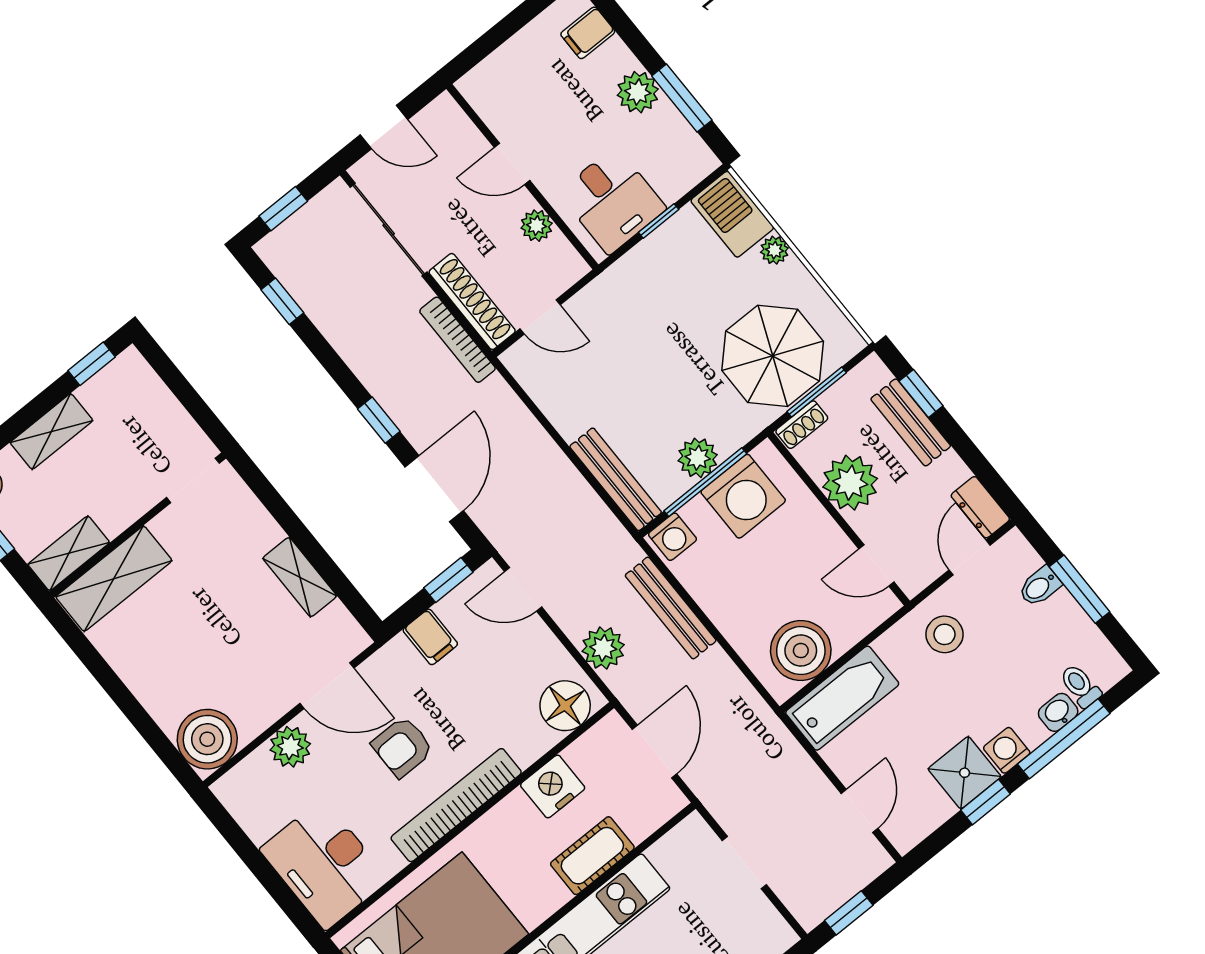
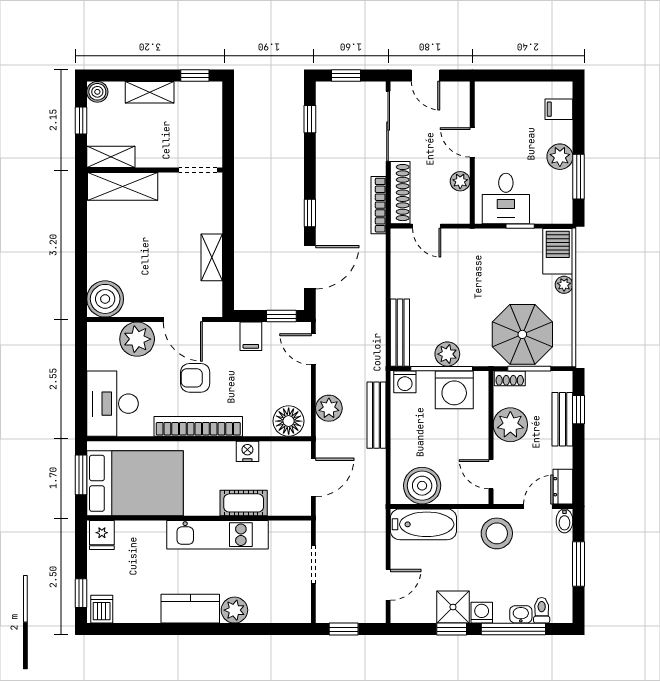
bidet: (1040, 586) -> (564, 521), moved, turned -90
stool: (945, 634) -> (497, 533), width x1.38, depth x1.38
plant: (290, 747) -> (137, 339), width x1.36, depth x1.36
nightstand: (553, 786) -> (247, 451), width x0.74, depth x0.75

